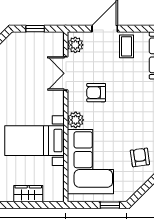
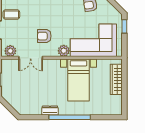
armchair: (96, 93) -> (44, 36), turned 90
wardrobe: (28, 194) -> (116, 79), width x1.50

